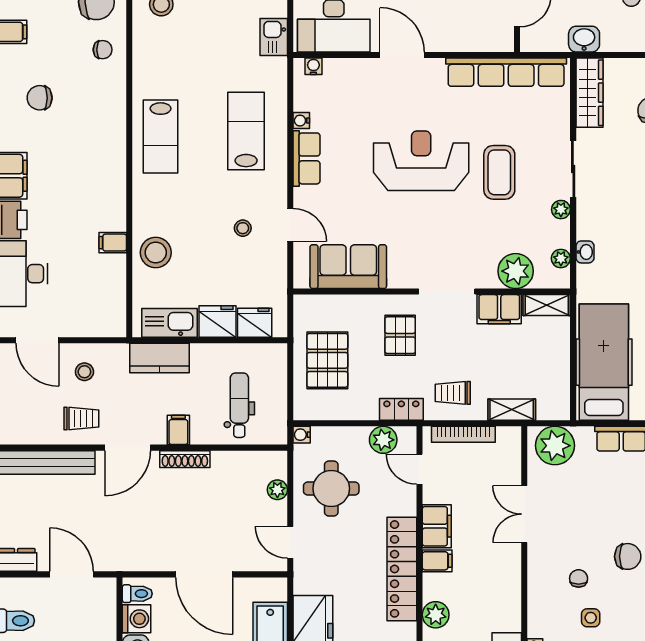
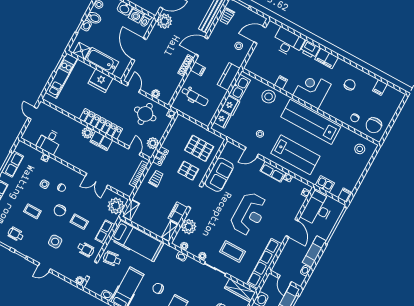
door: (402, 55) -> (292, 228), hinge flipped
lab bench: (246, 131) -> (295, 155), width x1.36, depth x1.39
lab bench: (161, 136) -> (311, 122), width x1.86, depth x1.39
corner desk: (93, 170) -> (312, 90), added
coffee table: (499, 172) -> (233, 252), moved
sofa: (348, 267) -> (219, 175), moved
pallet: (327, 360) -> (199, 148), moved
shelving: (512, 410) -> (131, 210), moved
trolley: (81, 419) -> (227, 16), moved
door: (128, 448) -> (202, 47), hinge flipped
door: (419, 469) -> (135, 151), hinge flipped
coffee table: (629, 503) -> (79, 222), added
double door: (524, 514) -> (97, 181), swing flipped
filing cabinet: (437, 526) -> (106, 143), width x0.50
door: (290, 542) -> (134, 88), hinge flipped
plant: (117, 554) -> (164, 21), added
door: (204, 574) -> (139, 49), hinge flipped
plant: (436, 615) -> (87, 133), moved

